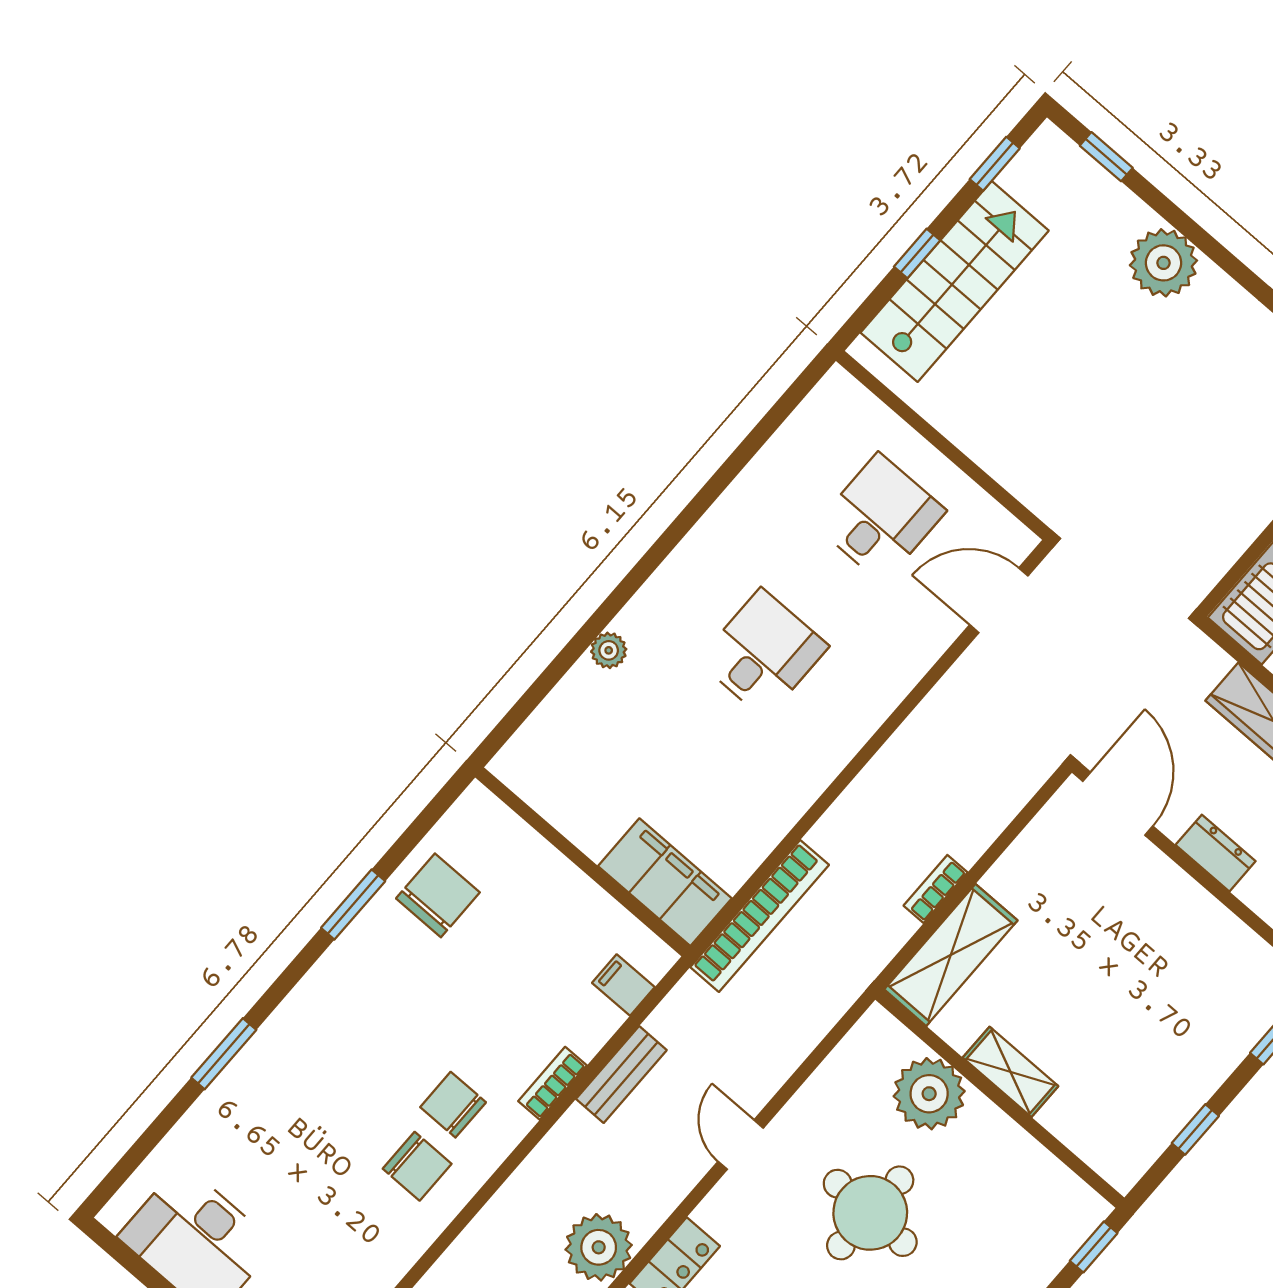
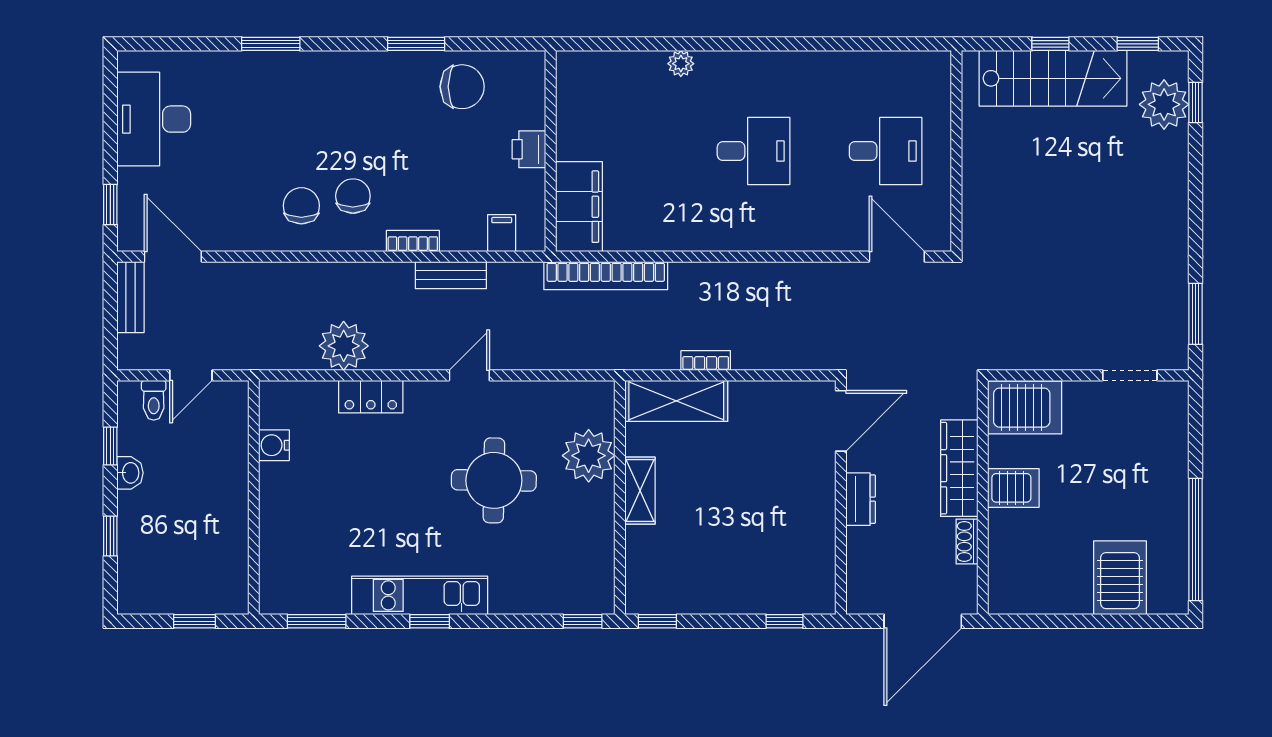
plant: (1163, 263) -> (1164, 104), moved
printer: (562, 882) -> (529, 149), added
window: (1195, 1129) -> (657, 621), moved
chair: (417, 1166) -> (301, 206), turned 180

